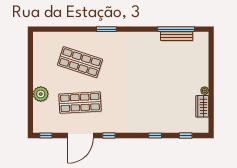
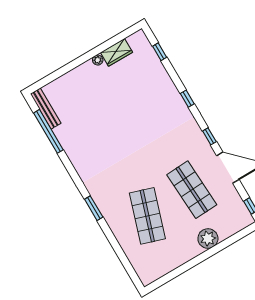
bench: (177, 36) -> (46, 109), moved
window: (155, 136) -> (187, 99), moved

